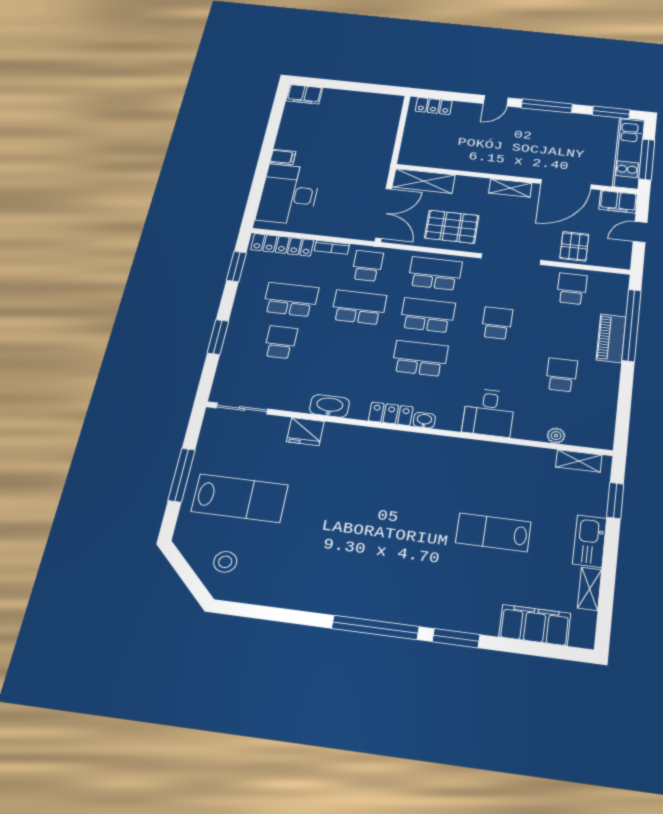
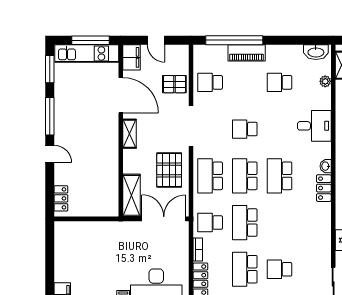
washbasin: (330, 406) -> (316, 52), moved, turned -90

